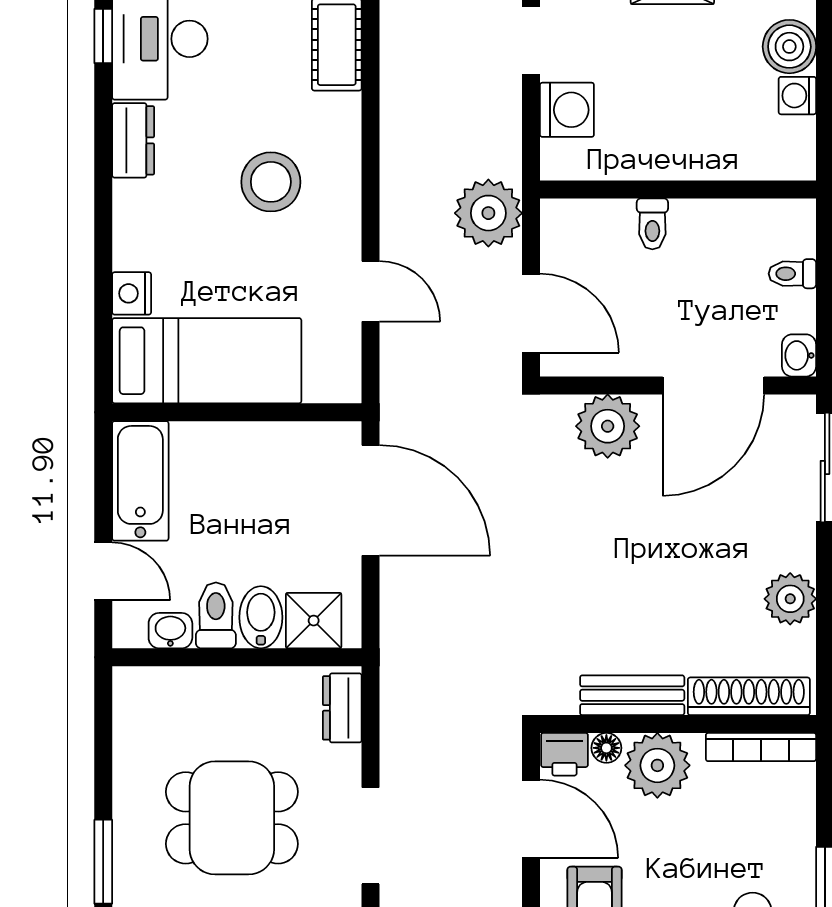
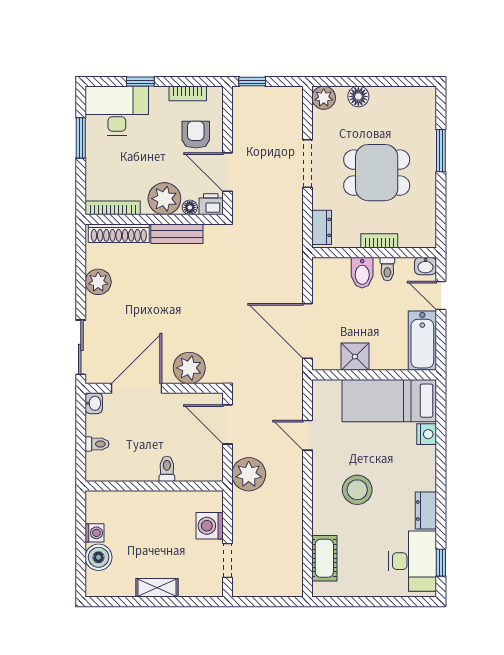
toilet: (216, 615) -> (387, 269), width x0.73, depth x0.72
shower: (314, 621) -> (355, 357), moved
washbasin: (170, 631) -> (425, 266), moved
bookcase: (227, 681) -> (379, 241), added

